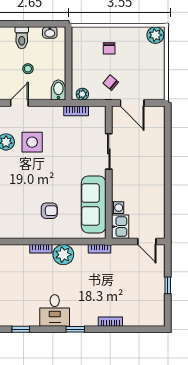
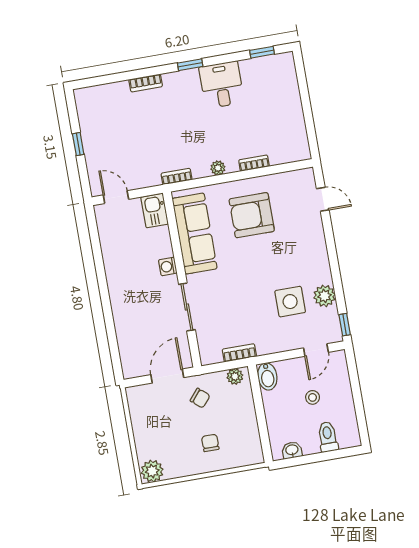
door: (132, 103) -> (167, 376), hinge flipped
washing machine: (118, 208) -> (168, 266), moved
armchair: (49, 211) -> (252, 215), width x1.88, depth x1.88
plant: (63, 255) -> (218, 168), width x0.53, depth x0.53

